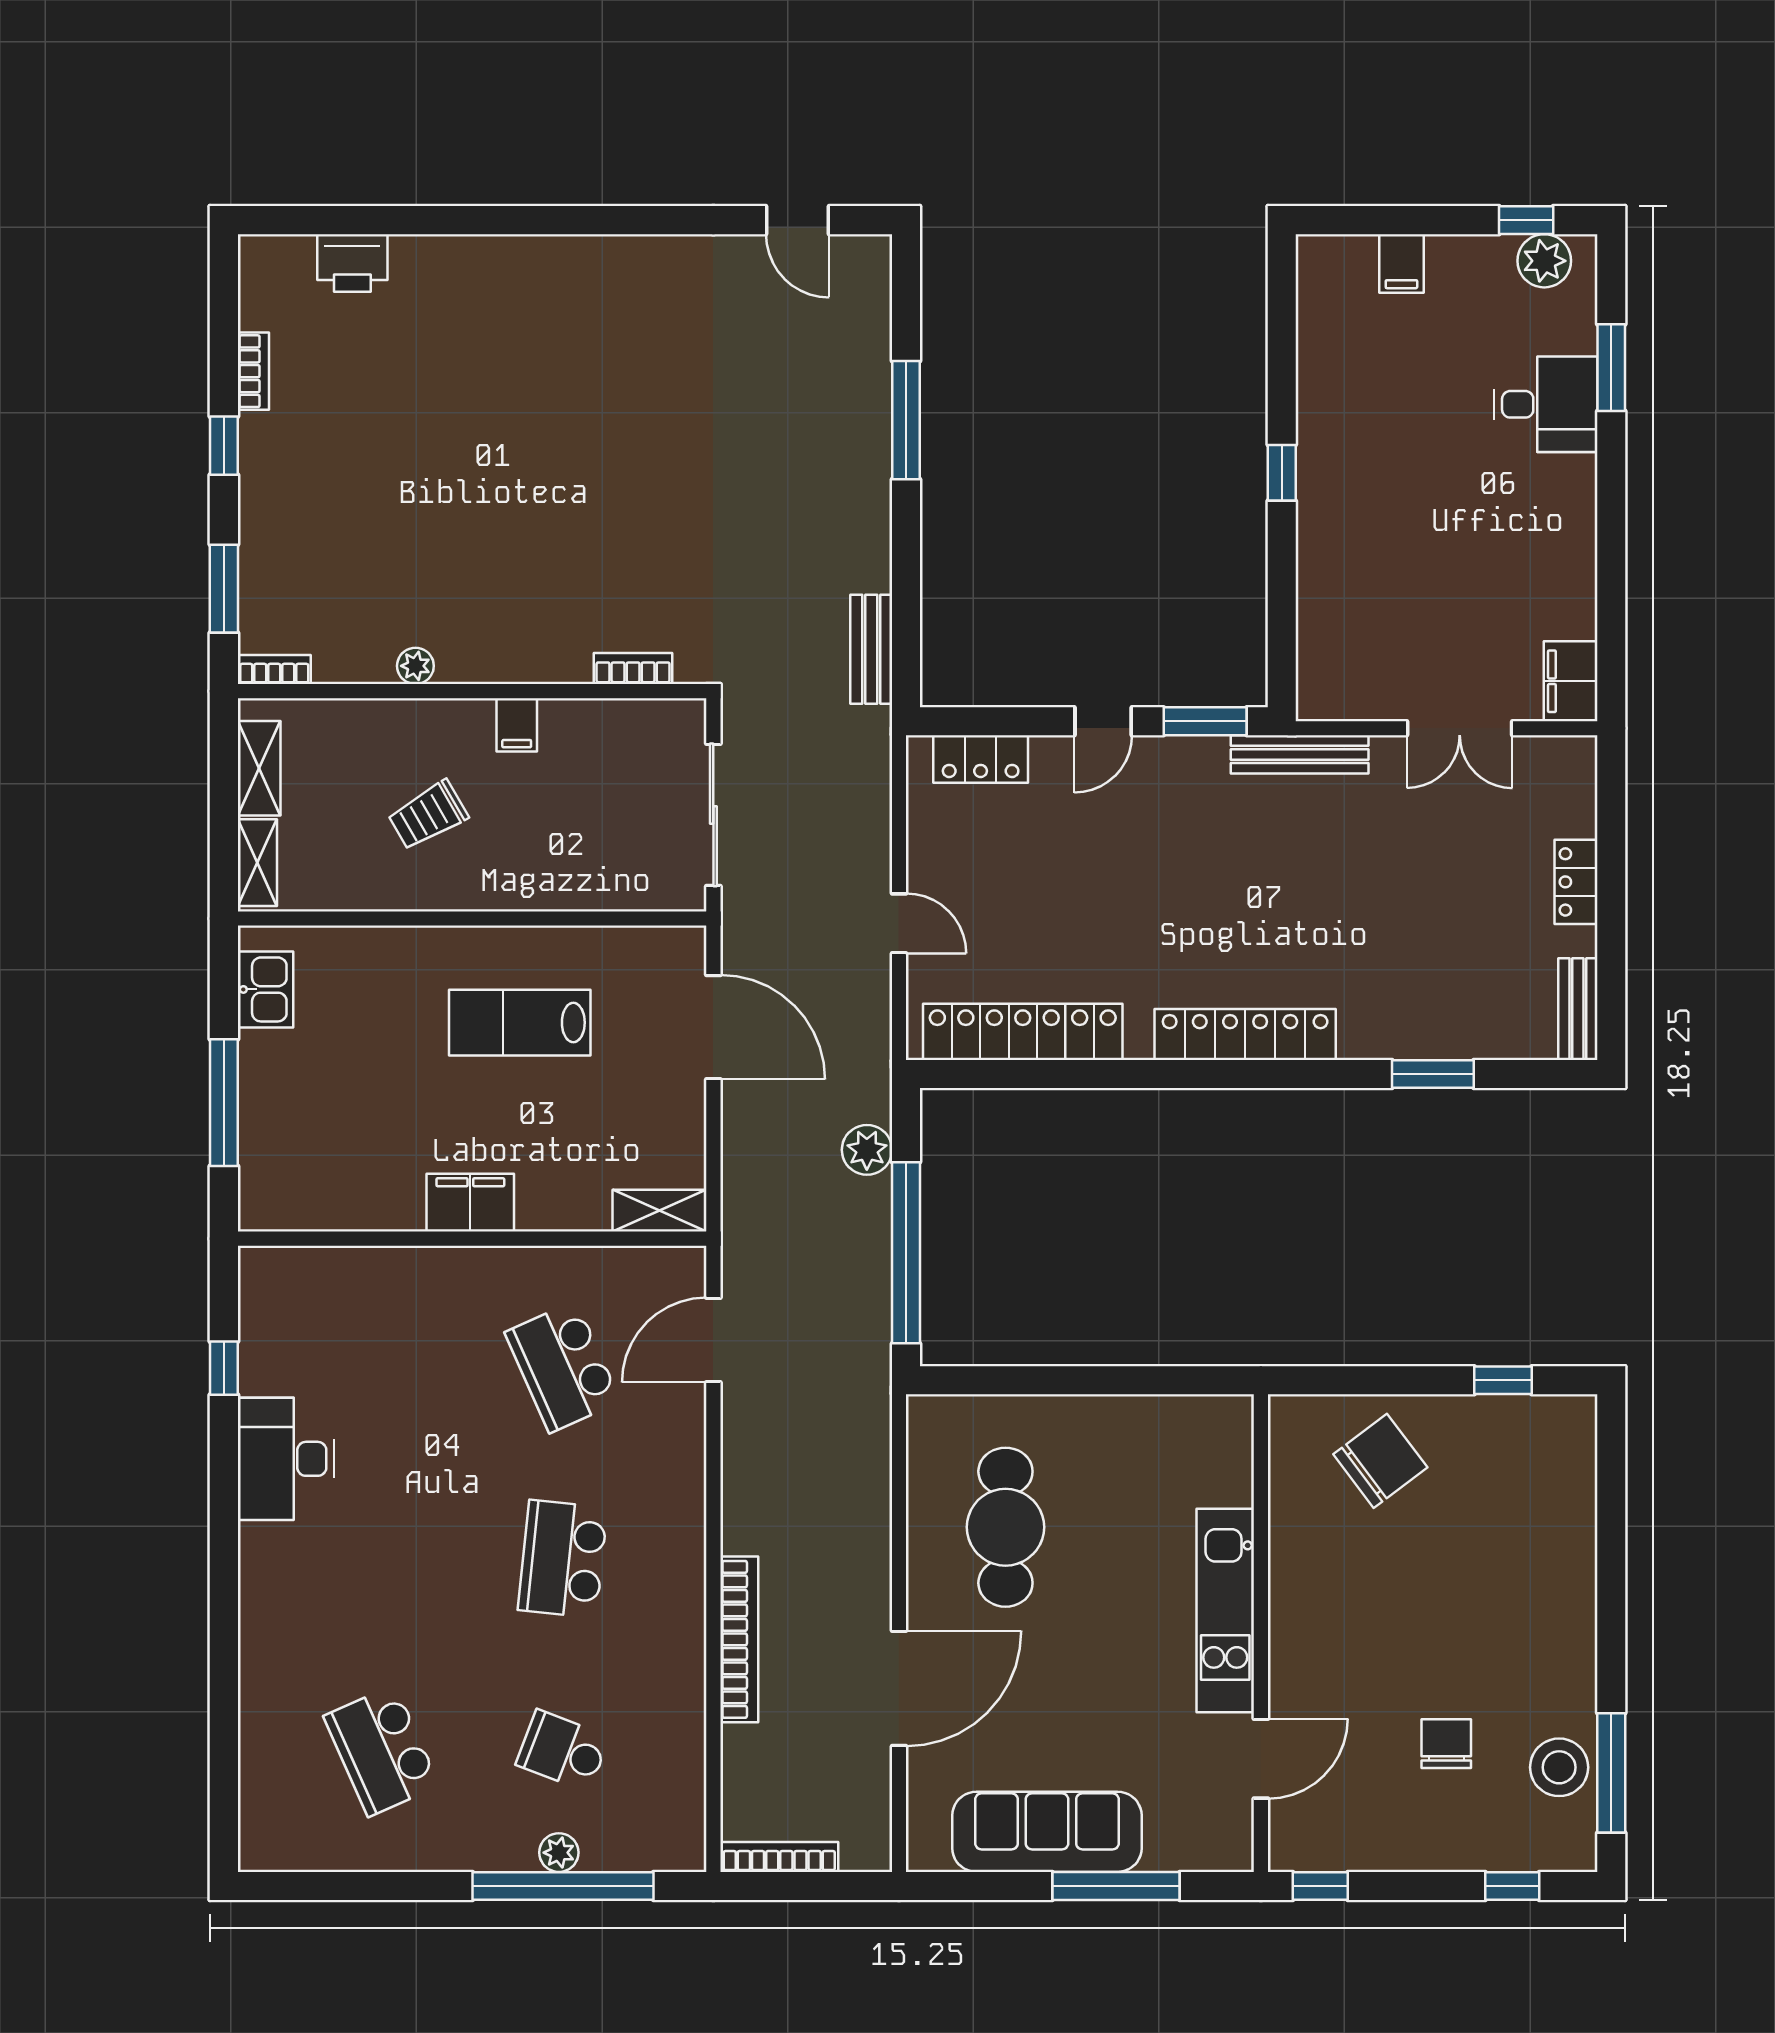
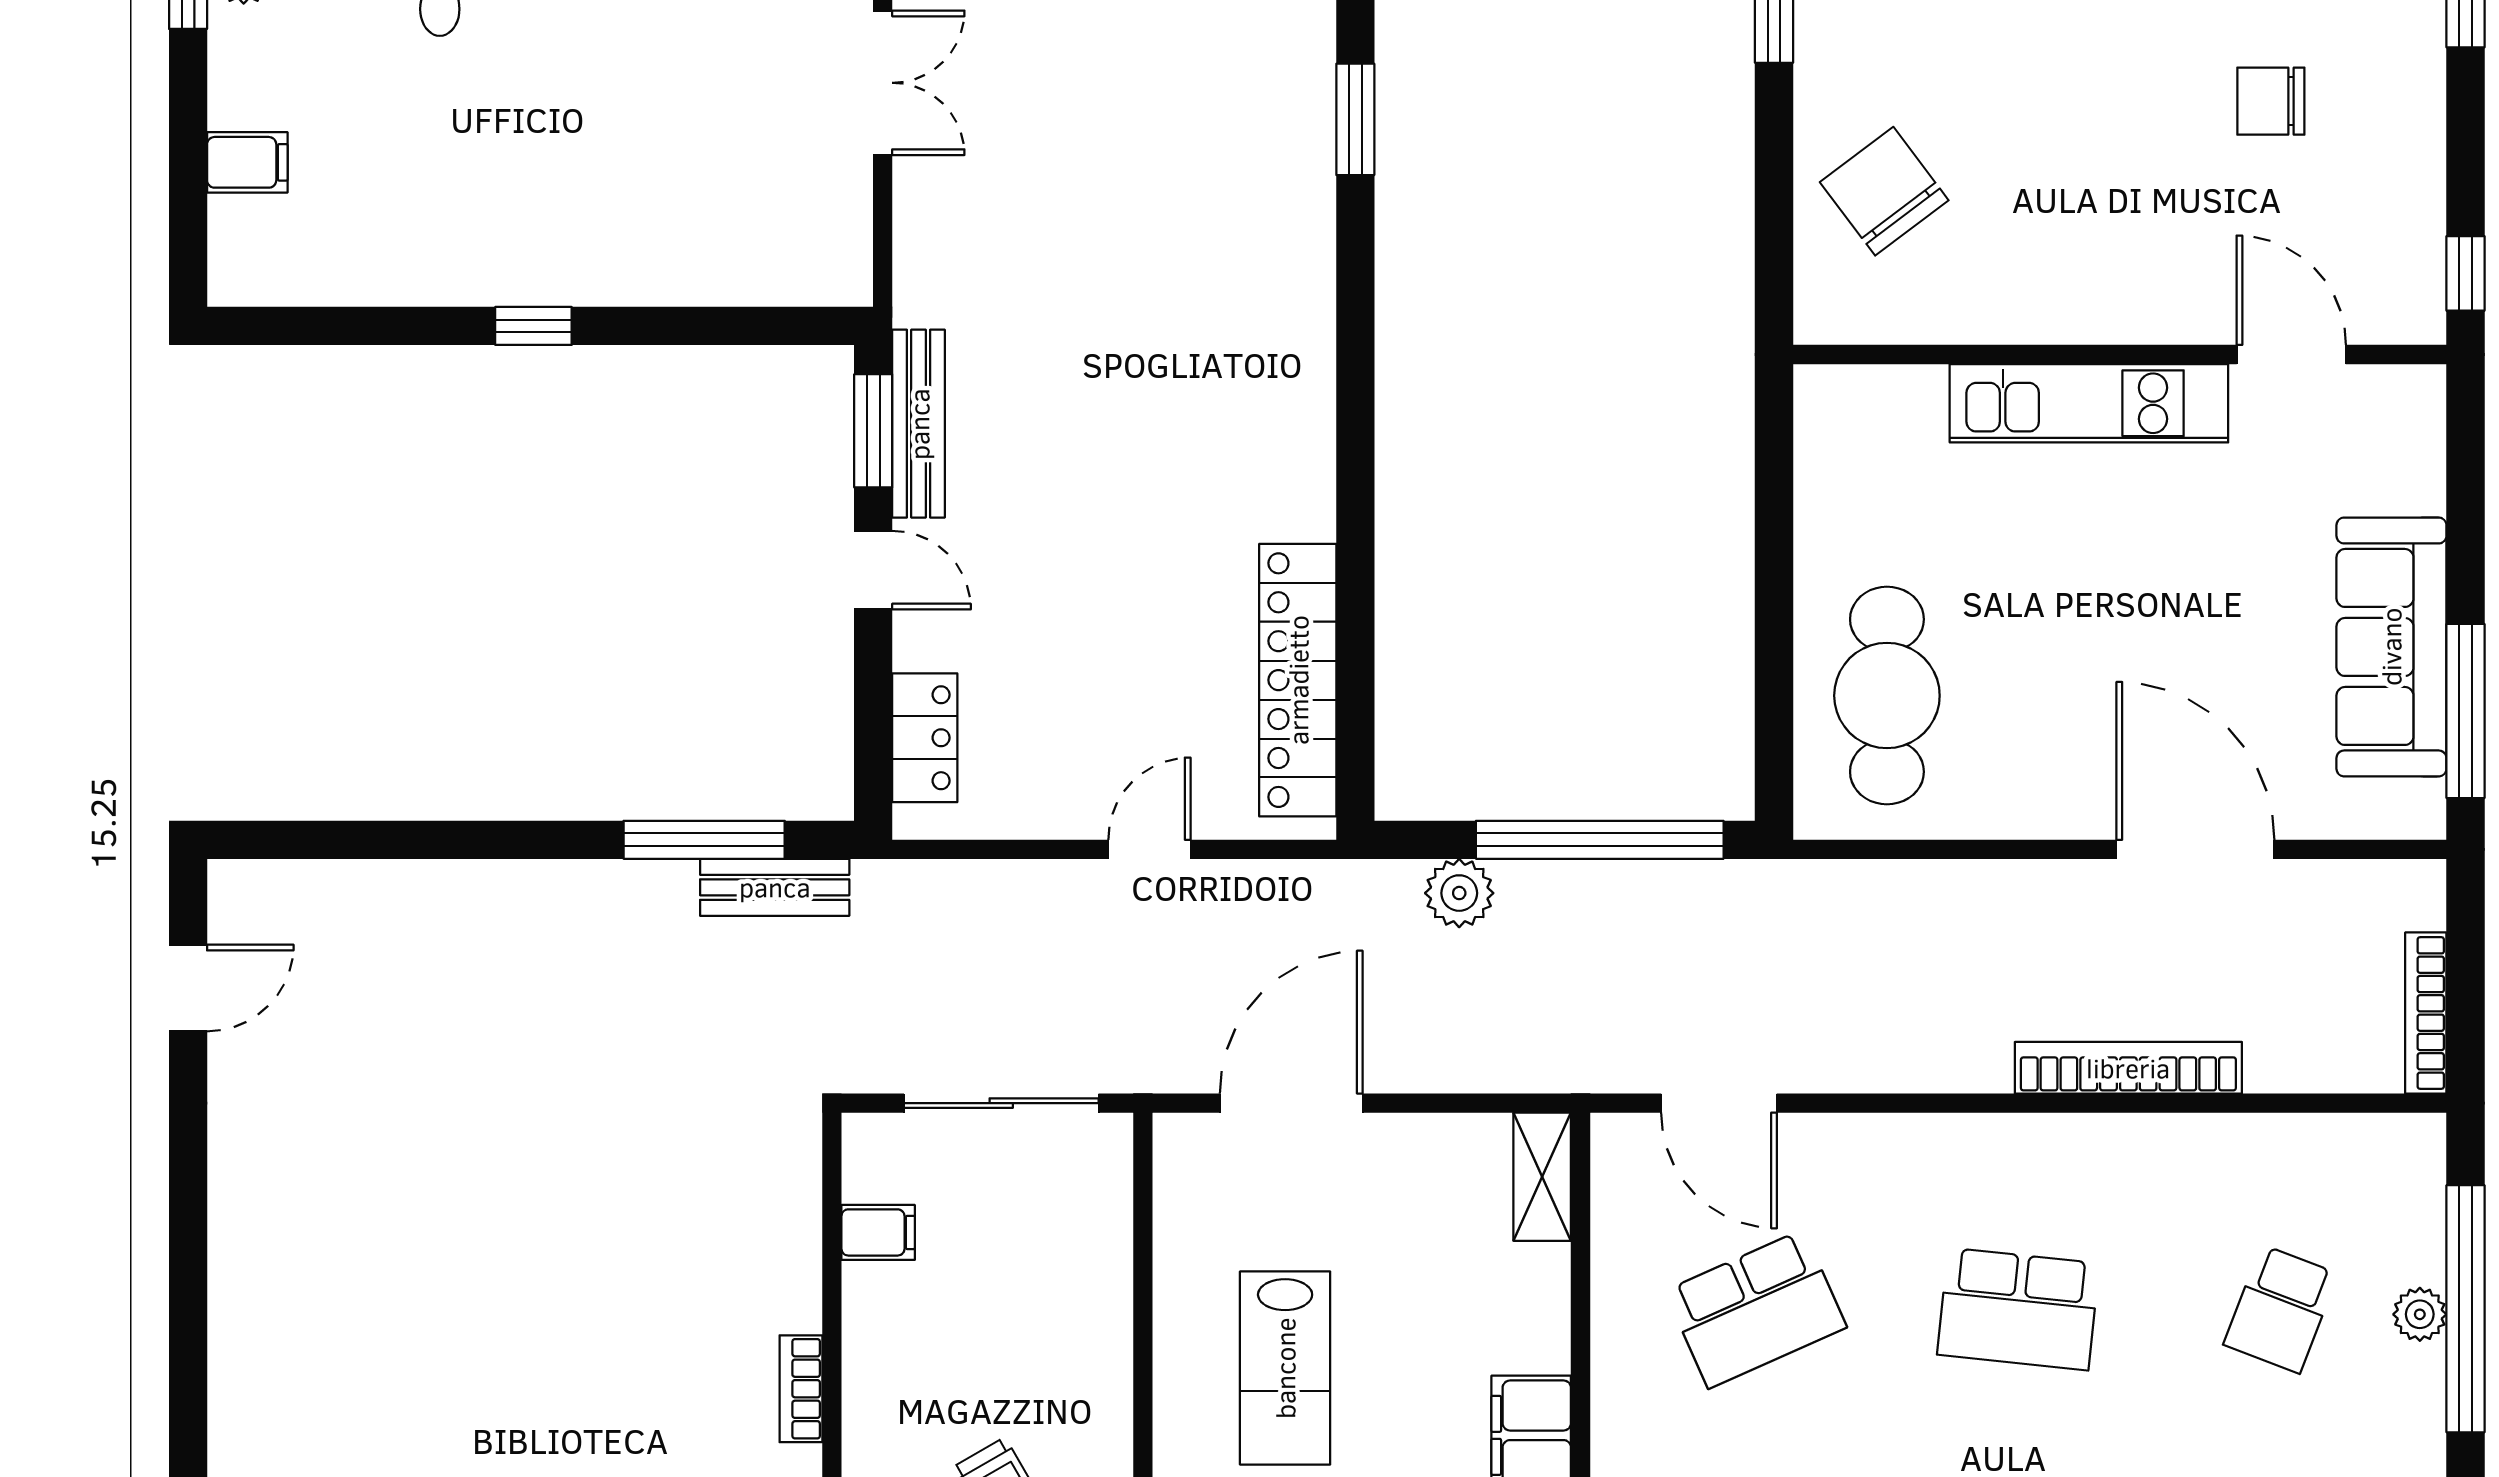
window: (906, 420) -> (704, 840), moved
bookcase: (633, 669) -> (801, 1389), moved
filing cabinet: (517, 725) -> (878, 1232), moved
bench: (1300, 754) -> (919, 424), moved
locker: (1245, 1034) -> (1301, 376), removed
cafe table: (1005, 1527) -> (1887, 696), moved, turned 90
window: (1116, 1886) -> (2465, 711), moved

